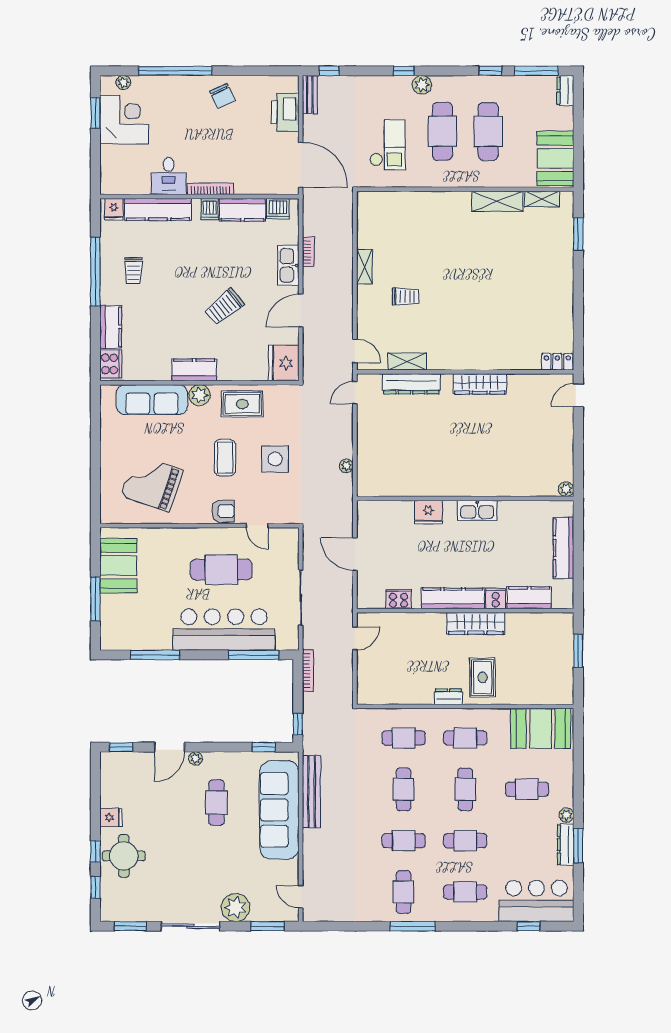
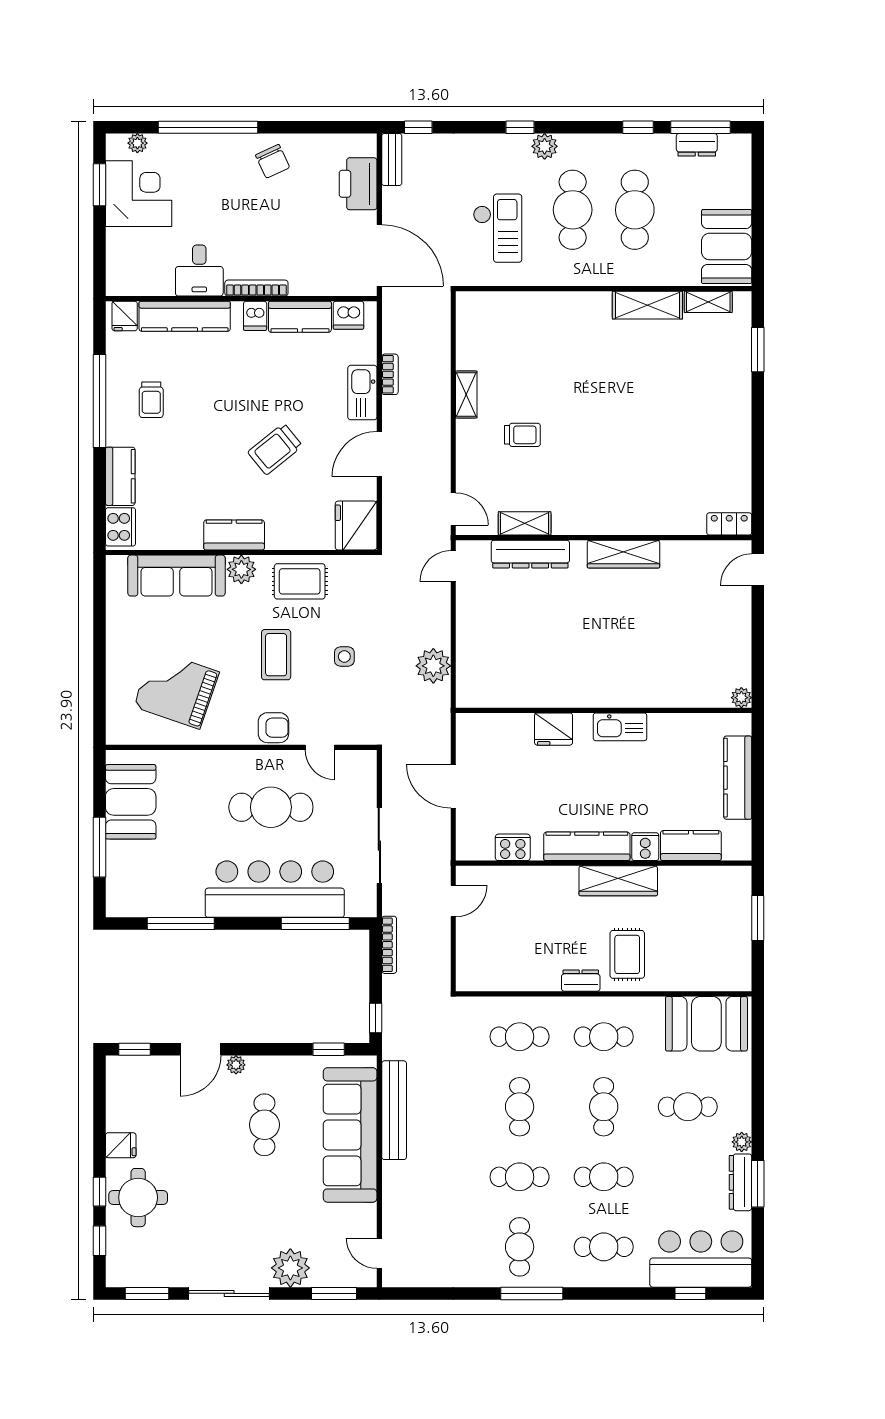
dresser: (565, 91) -> (697, 145), moved, turned -90
side table: (275, 459) -> (344, 657), width x0.54, depth x0.54
plant: (346, 466) -> (433, 666), width x1.88, depth x1.88

